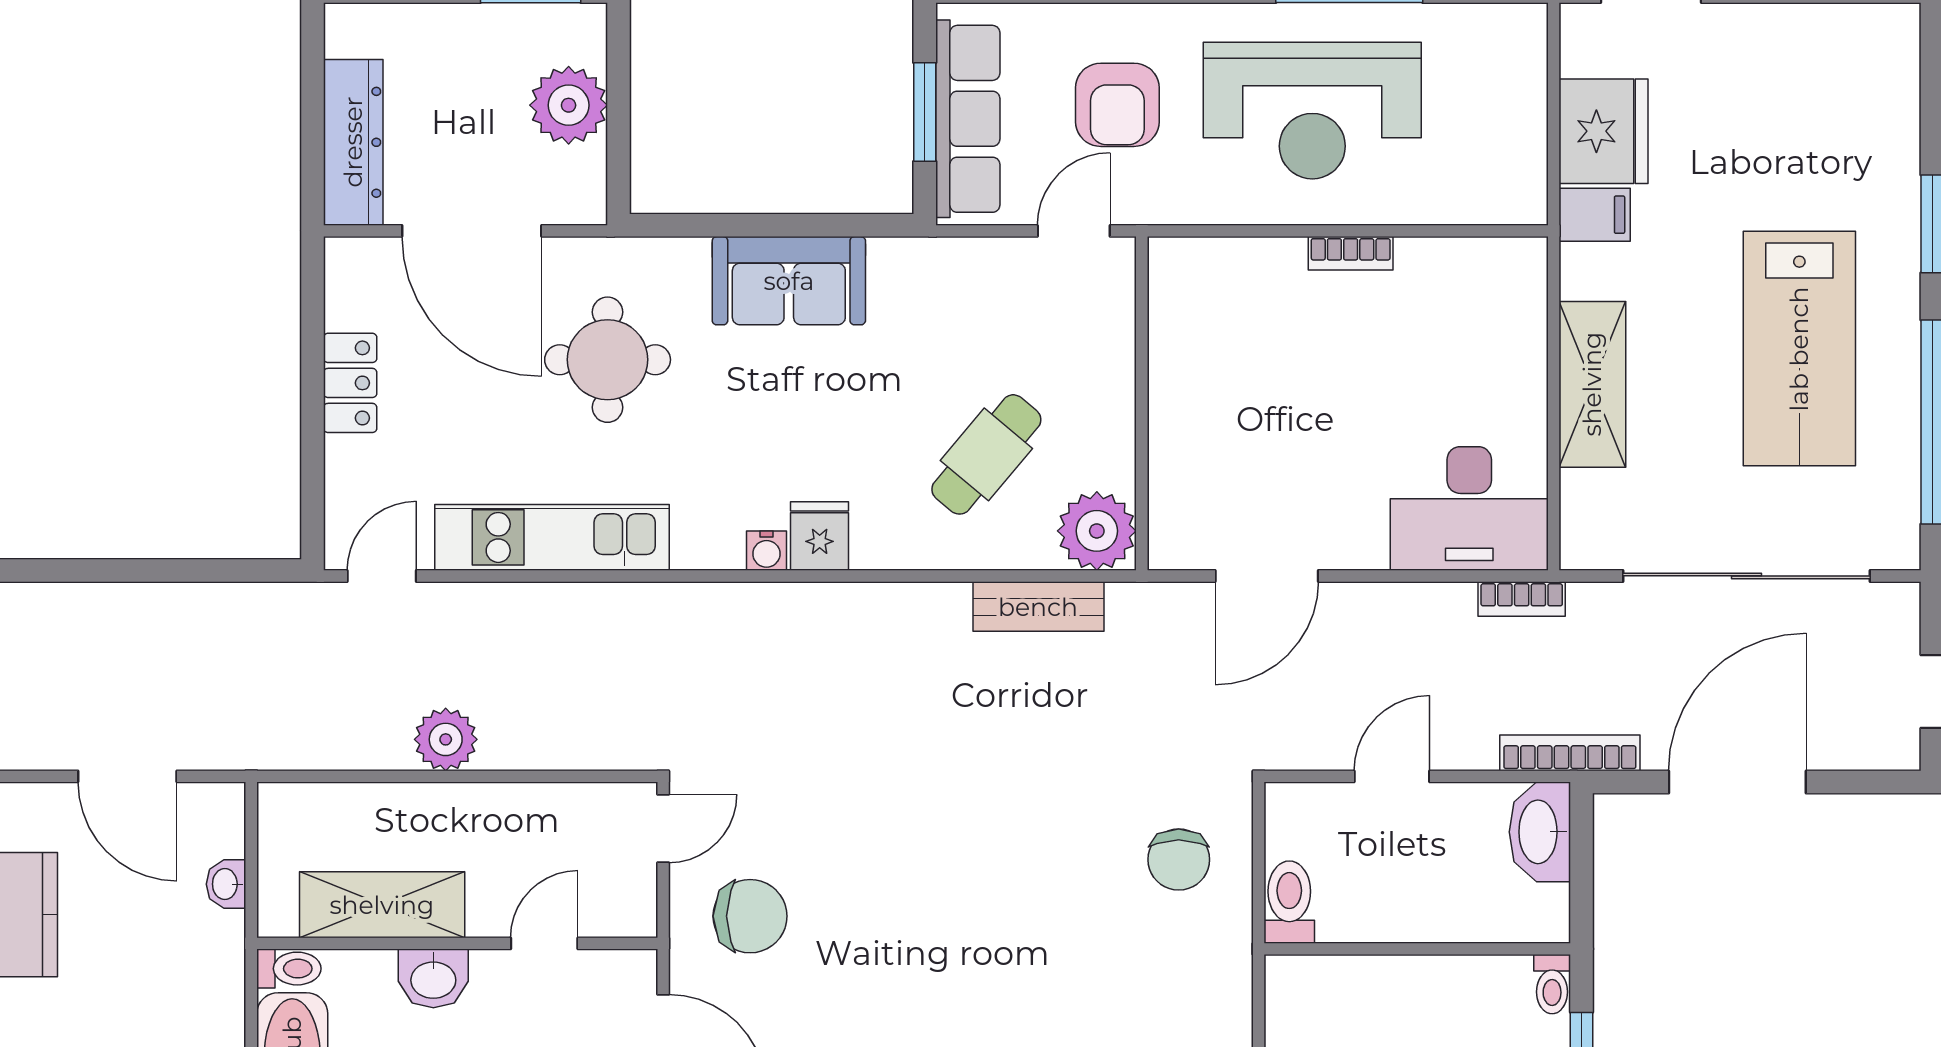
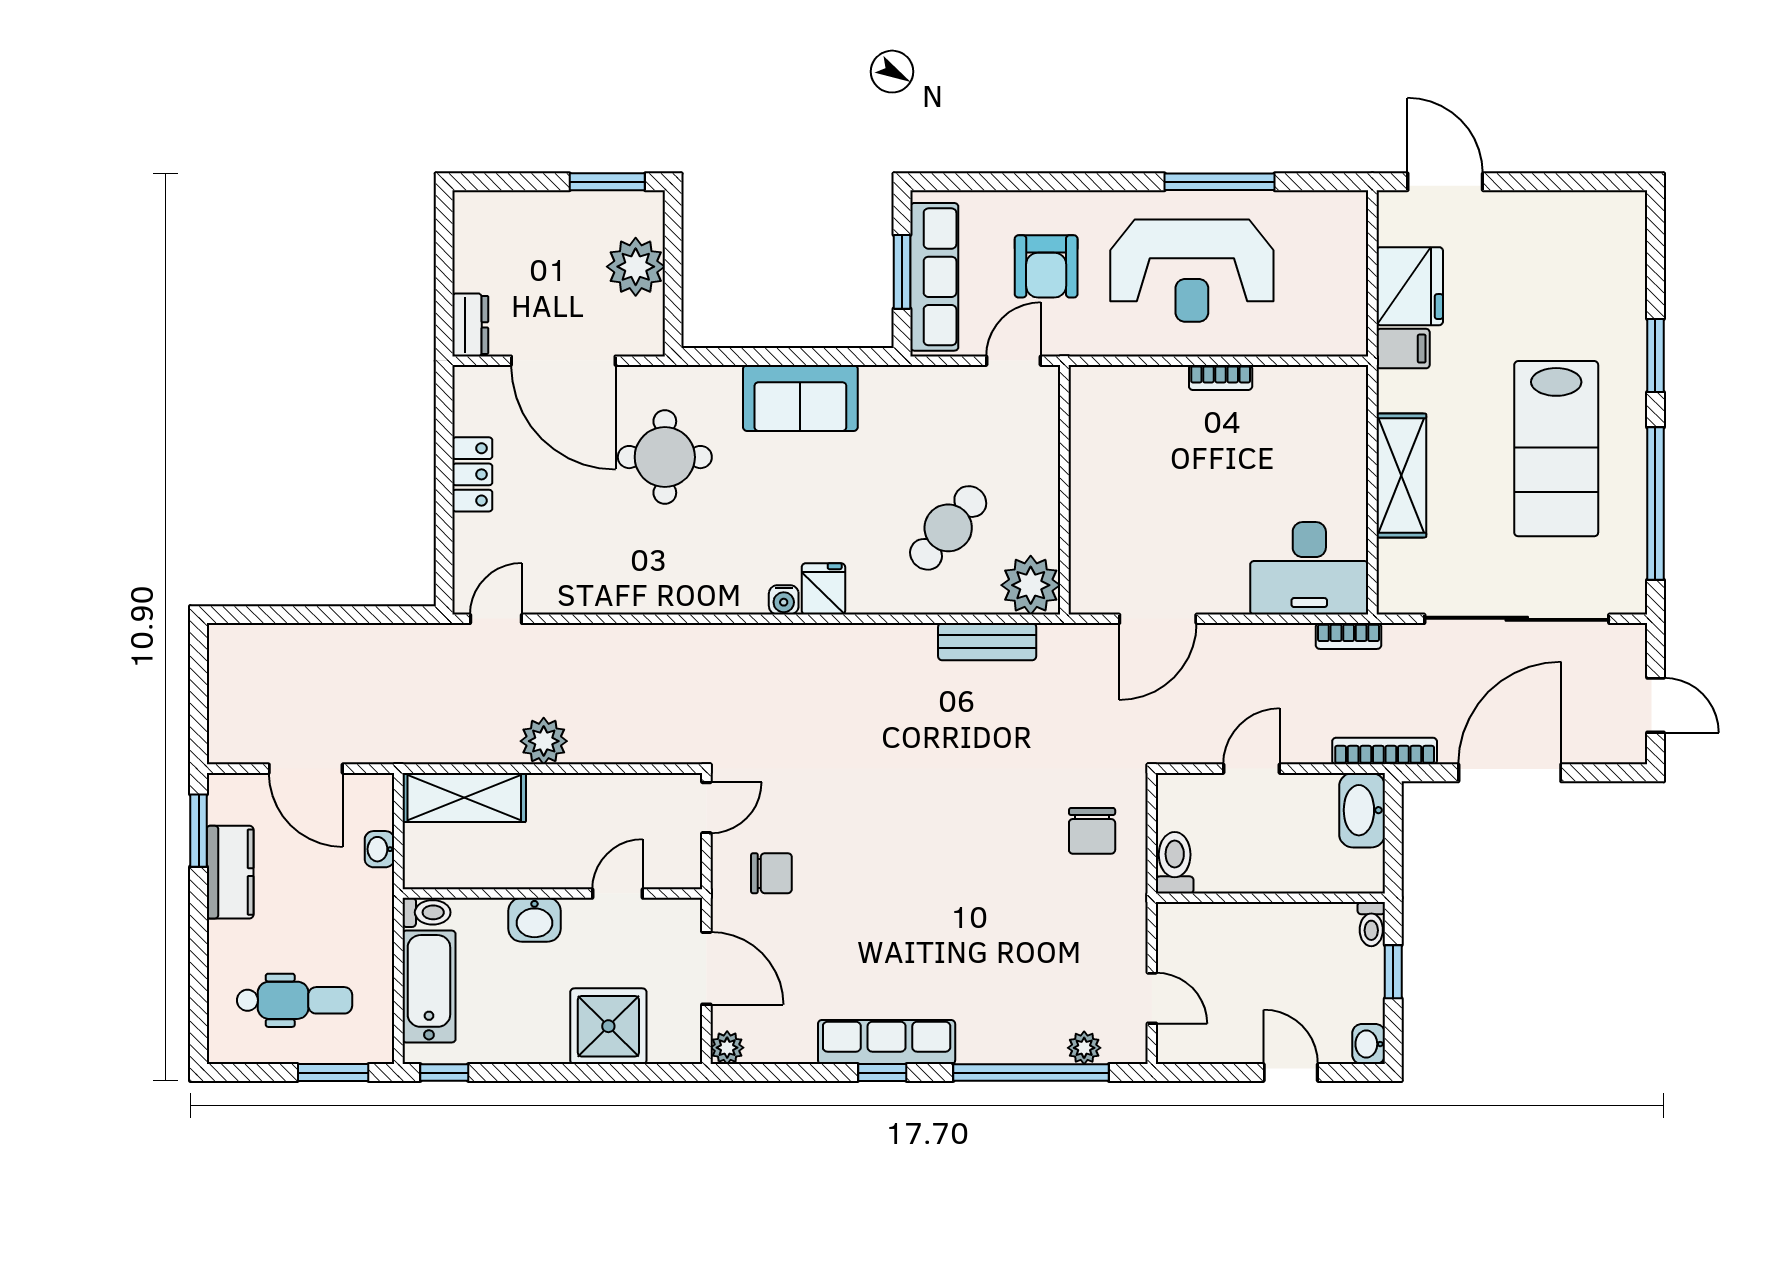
dresser: (353, 142) -> (470, 325), width x0.51, depth x0.80
kitchen unit: (552, 537) -> (623, 590), removed
shelving: (382, 905) -> (464, 797), moved
chair: (750, 916) -> (771, 873), width x0.73, depth x0.73

